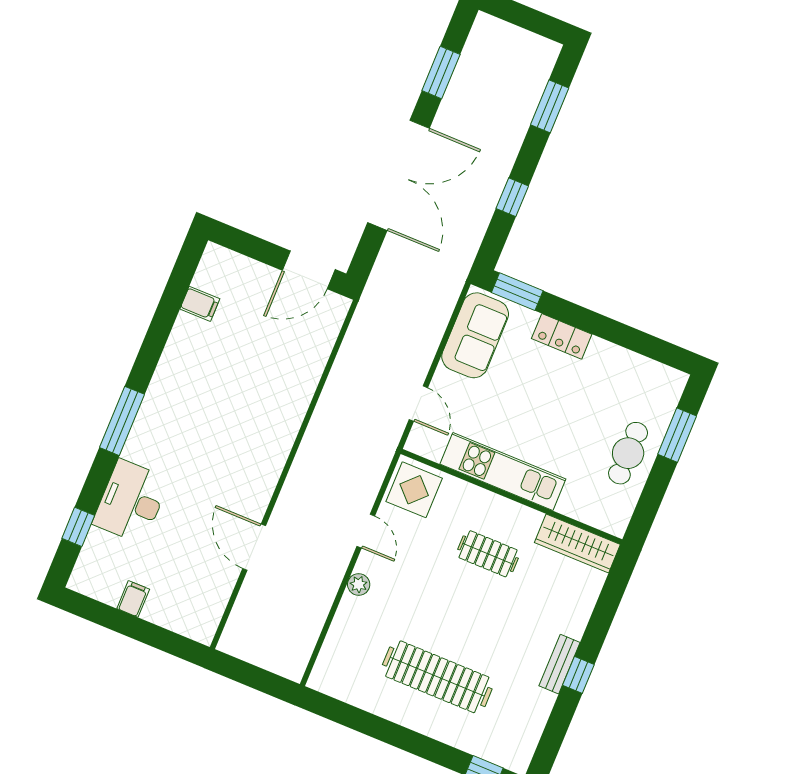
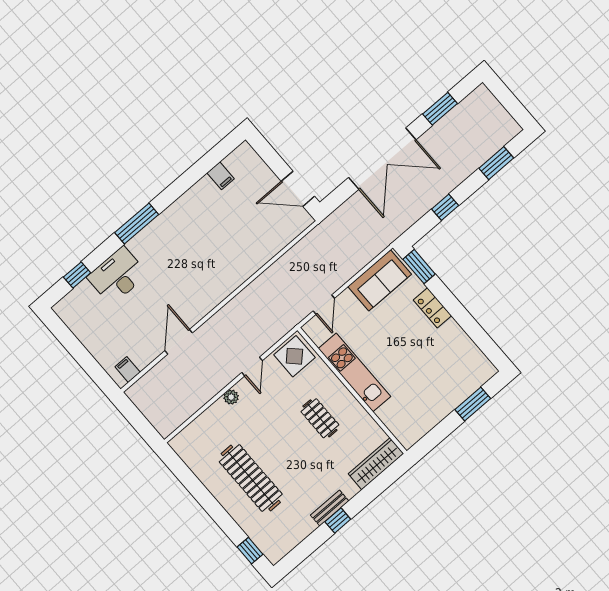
cafe table: (628, 453) -> (437, 400), removed
wardrobe: (577, 544) -> (376, 464), moved, turned 90
filing cabinet: (133, 599) -> (128, 369), moved, turned -90

